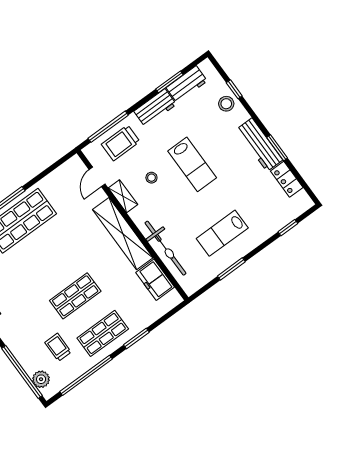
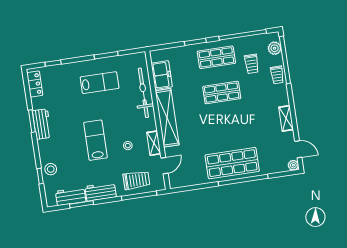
workbench: (259, 145) -> (42, 124), width x0.73
locker: (287, 179) -> (35, 84), moved
trolley: (22, 350) -> (277, 75), added

